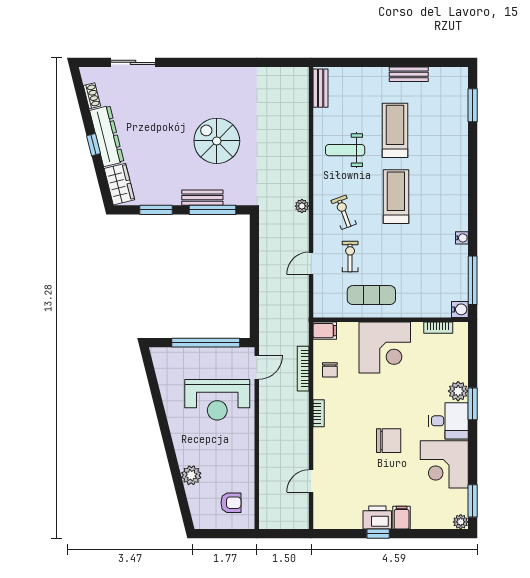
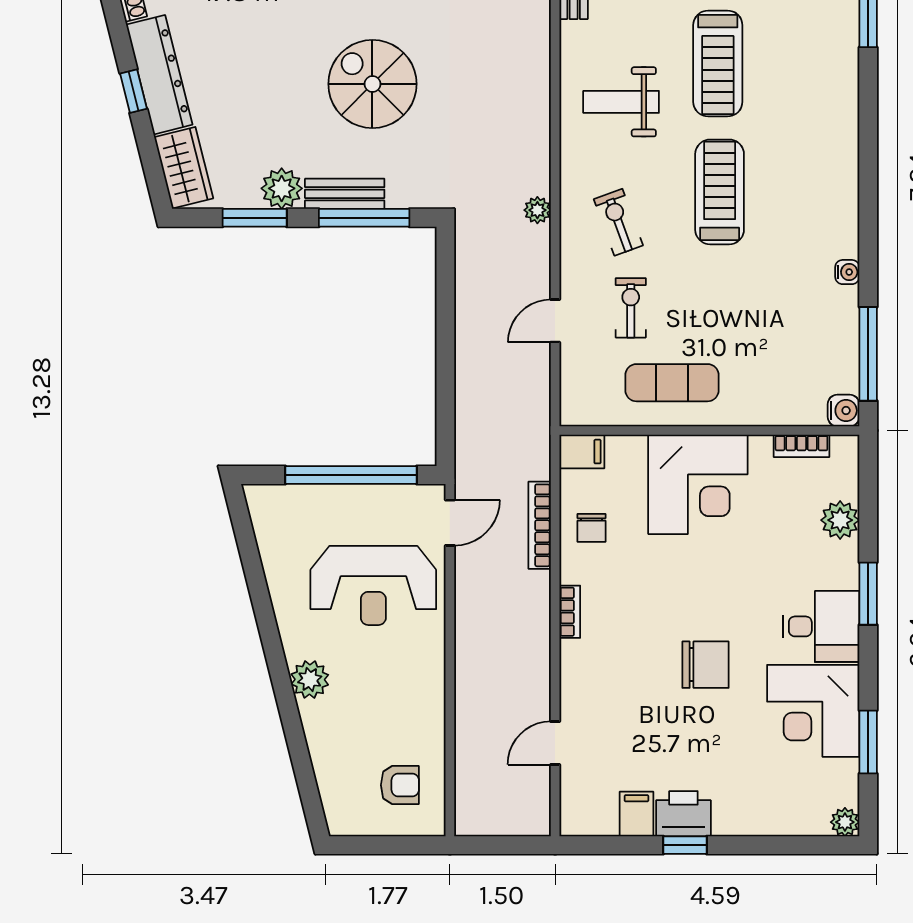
treadmill: (395, 130) -> (718, 63), turned 180
plant: (170, 195) -> (282, 188), added
plant: (458, 391) -> (840, 520), moved
plant: (191, 475) -> (310, 679), moved
window: (473, 501) -> (868, 742), moved
filing cabinet: (402, 518) -> (636, 814), moved

